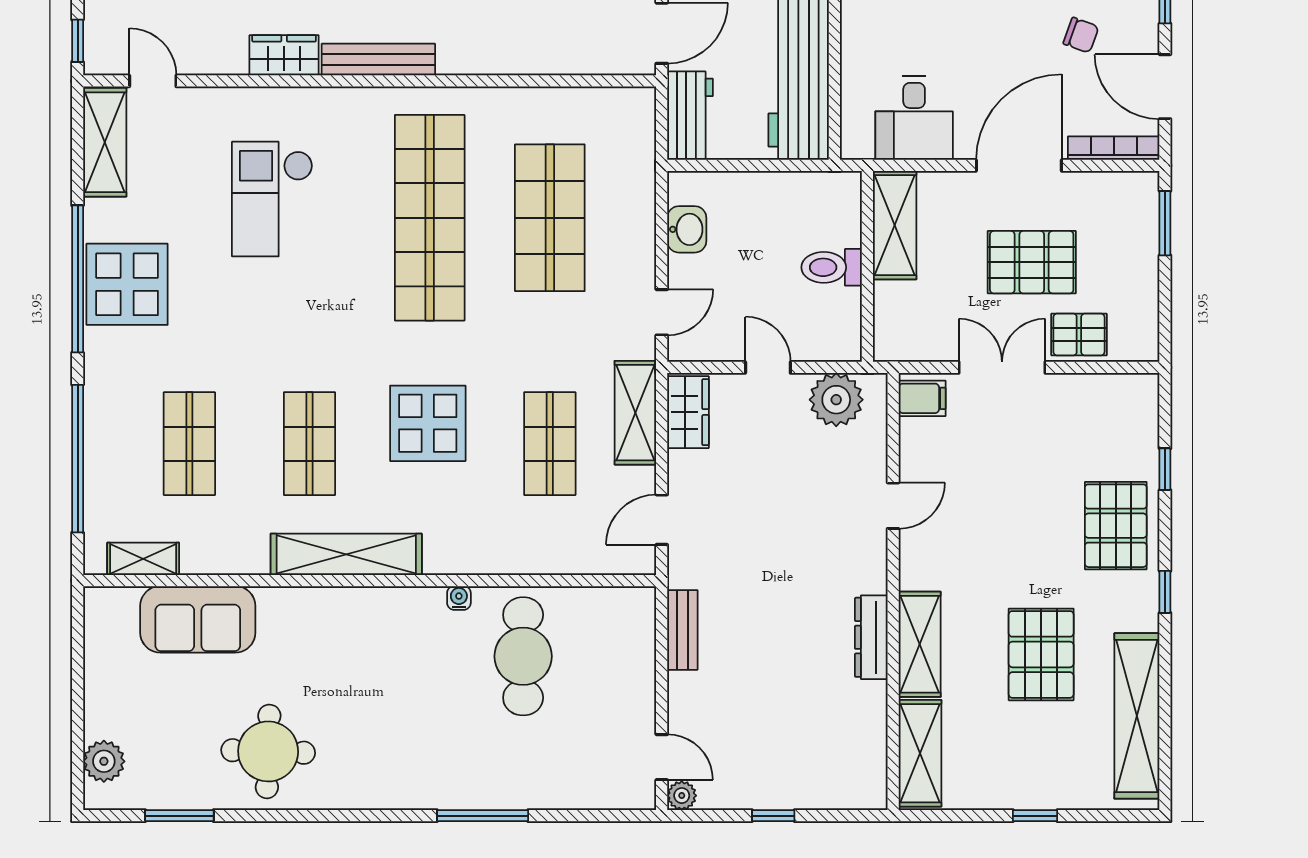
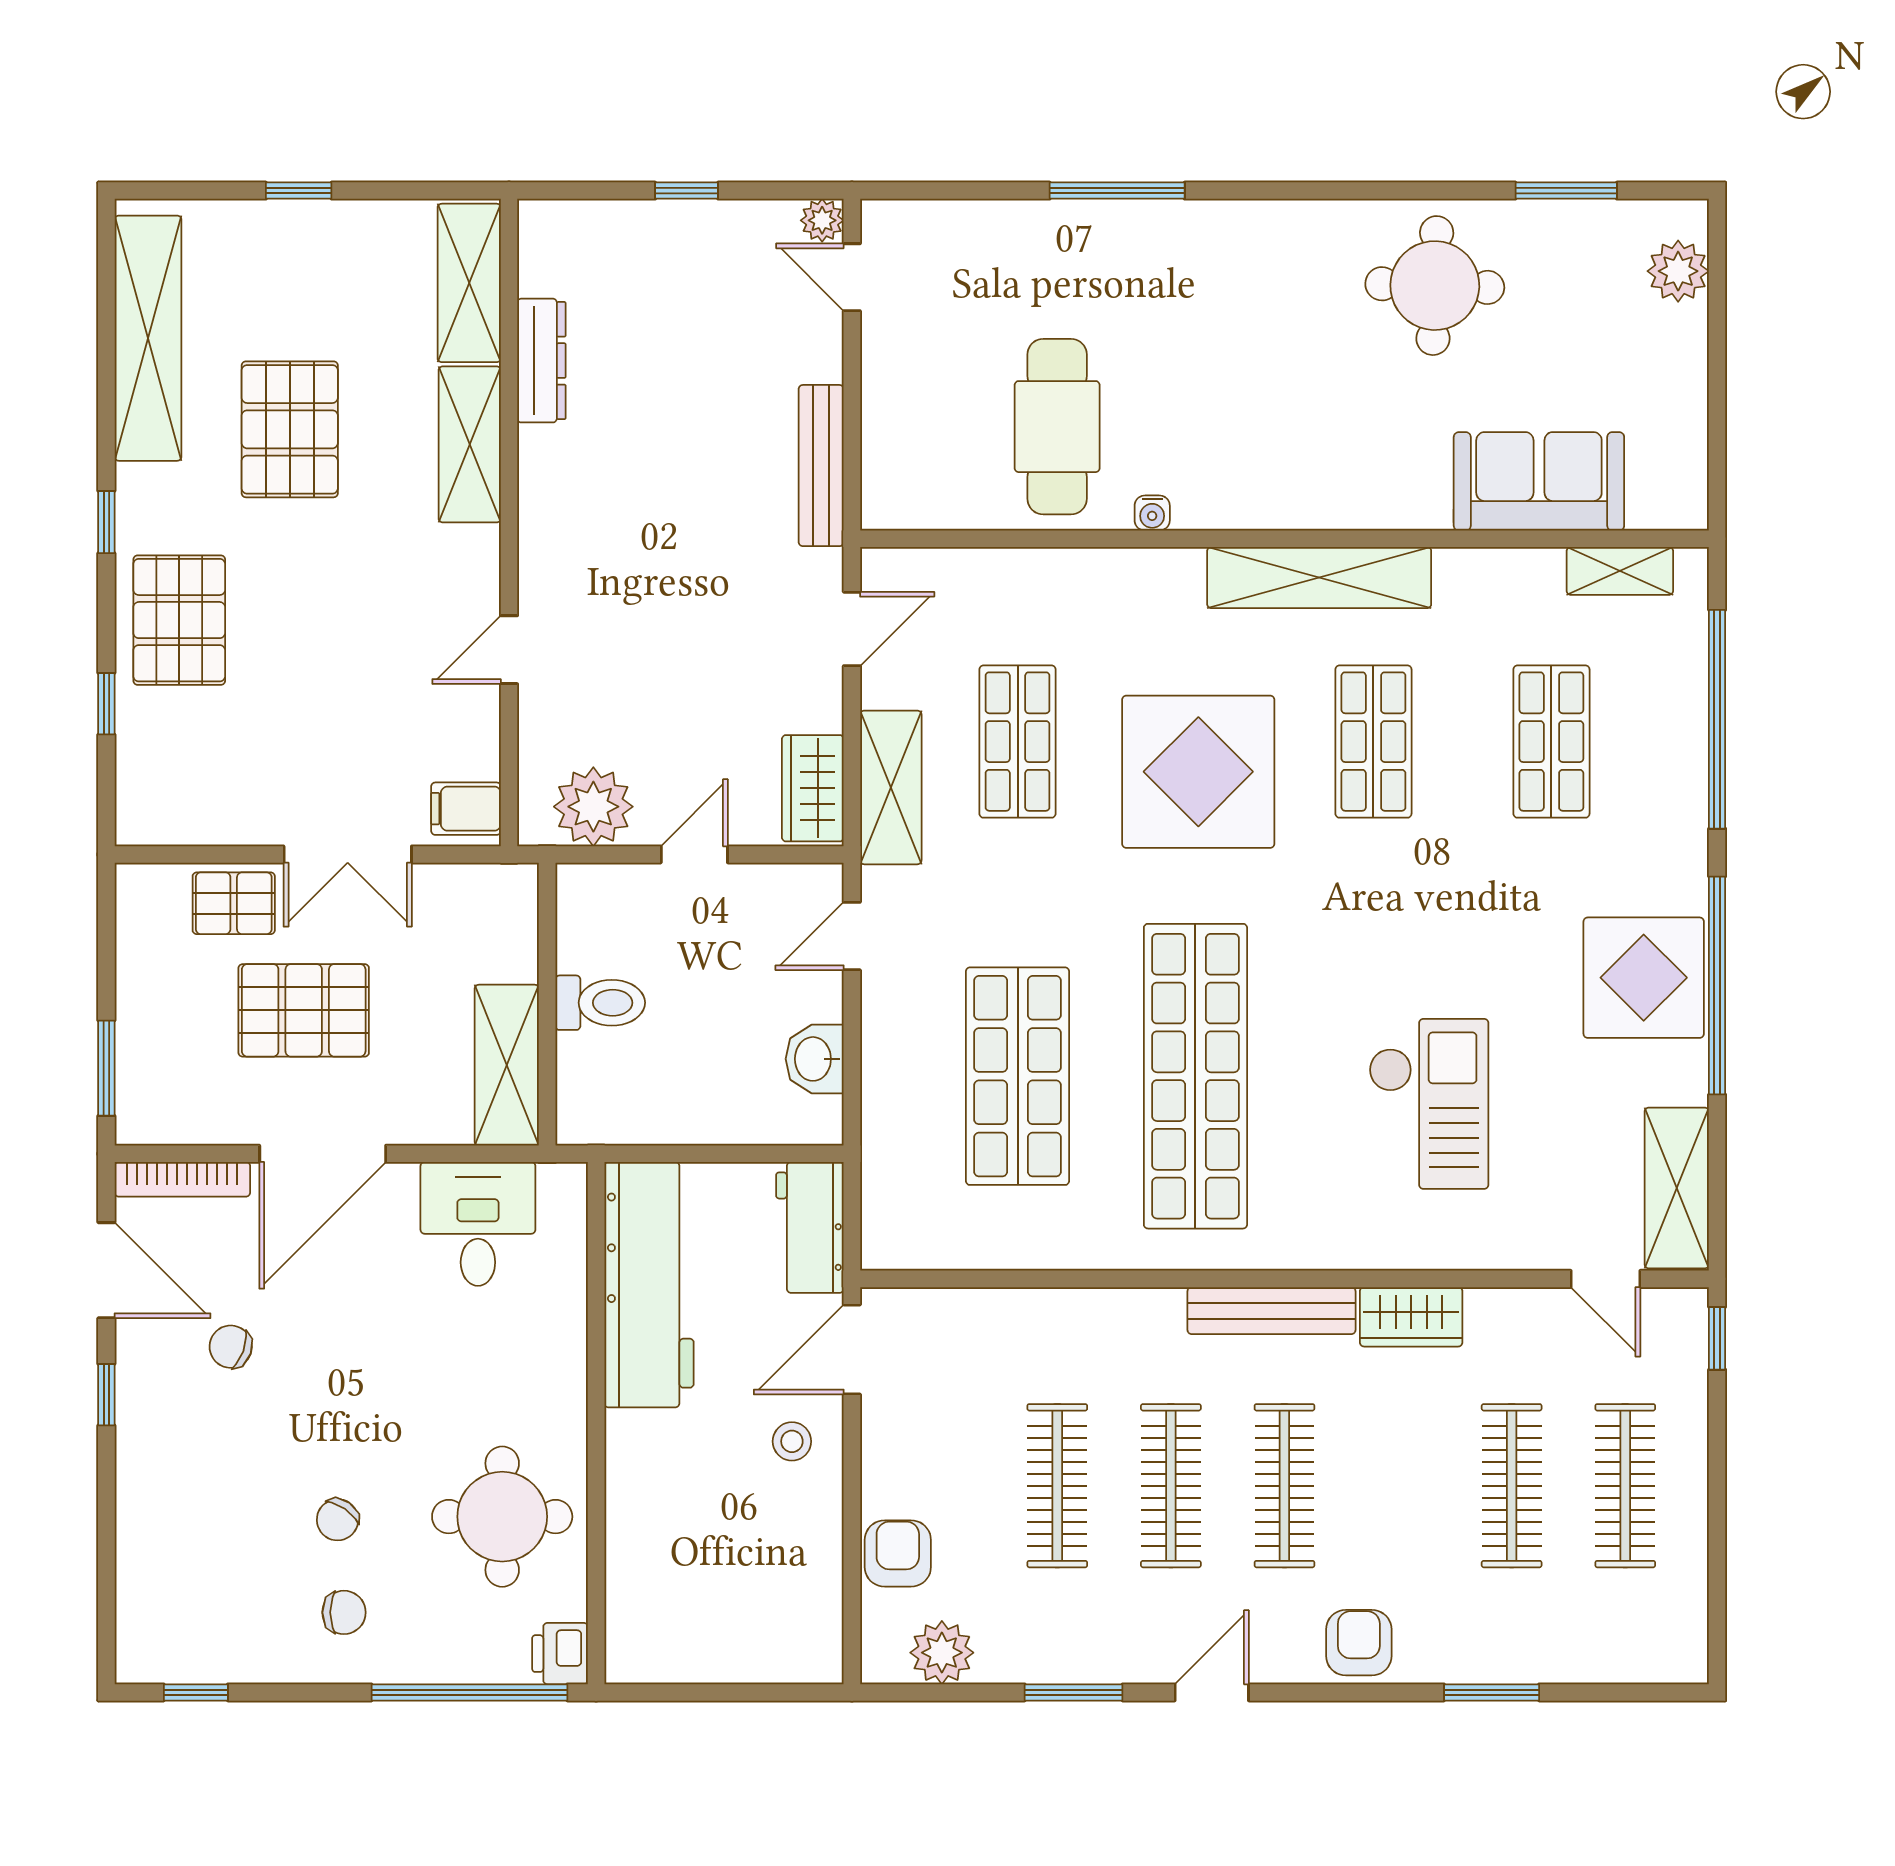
door: (768, 367) -> (694, 854), swing flipped
display table: (428, 423) -> (1198, 772), width x1.36, depth x1.36
bench: (682, 630) -> (821, 466), width x1.36
dresser: (871, 637) -> (541, 361), moved

